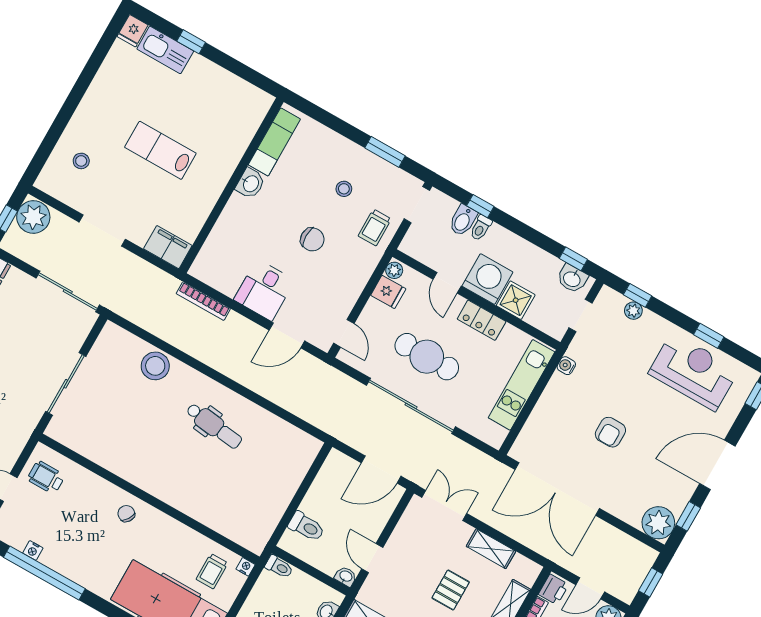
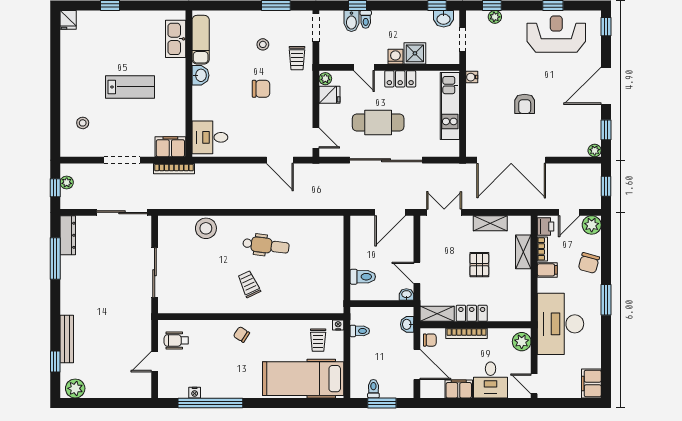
kitchen sink: (165, 50) -> (176, 39), moved, turned 90
lab bench: (160, 150) -> (130, 87), turned 180
plant: (33, 217) -> (67, 182), width x0.53, depth x0.53
washing machine: (487, 279) -> (395, 57), width x0.53, depth x0.53
desk: (264, 290) -> (210, 137), moved, turned 90
bookcase: (203, 301) -> (174, 169), moved
door: (287, 335) -> (280, 160), hinge flipped
trolley: (168, 460) -> (249, 284), added
plant: (658, 523) -> (595, 151), width x0.53, depth x0.53
toilet: (279, 567) -> (360, 331), moved

